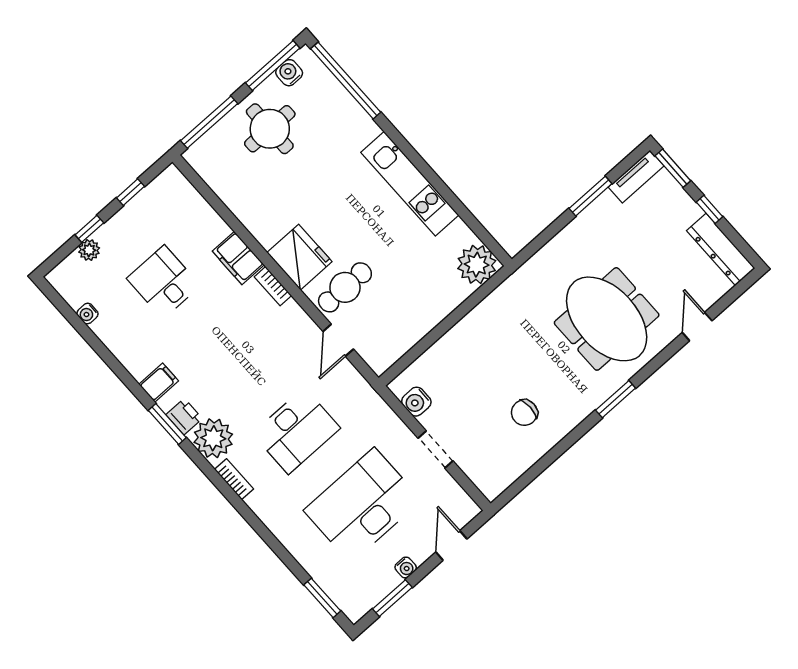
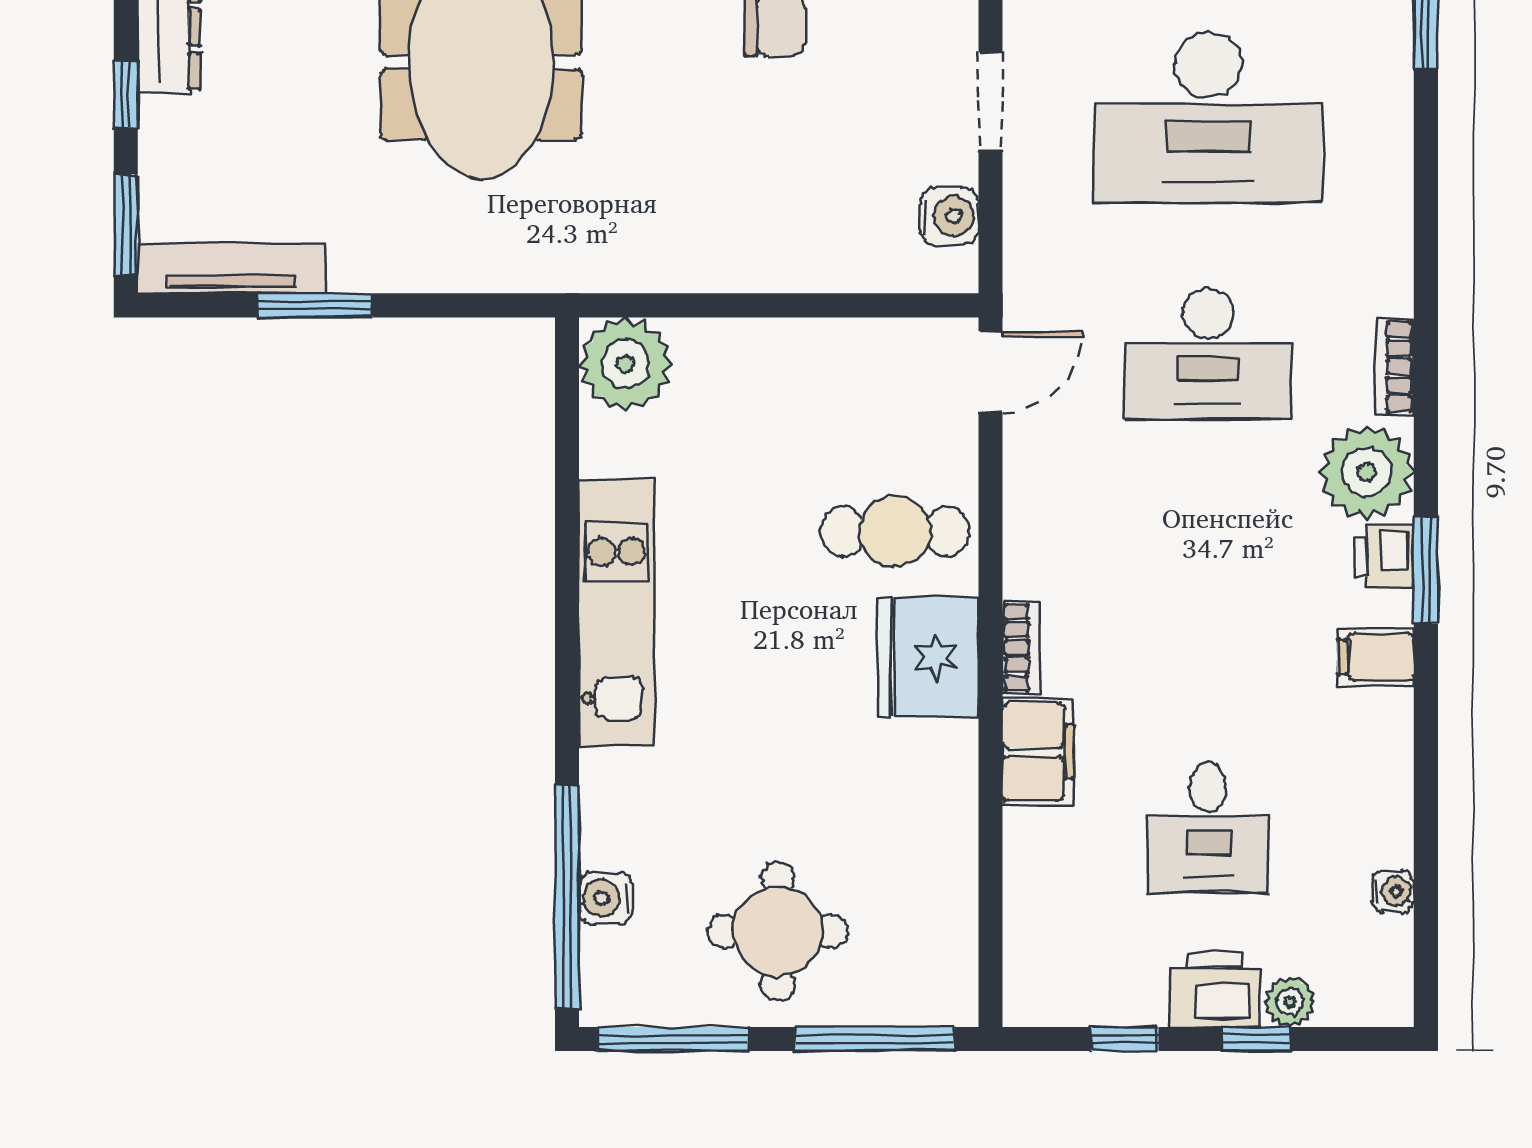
water cooler: (289, 73) -> (606, 898), moved, turned 90
tv unit: (636, 177) -> (231, 268), width x1.41
printer: (116, 233) -> (1215, 990), added
door: (338, 340) -> (991, 372), moved
desk: (296, 431) -> (1208, 354), turned 180

